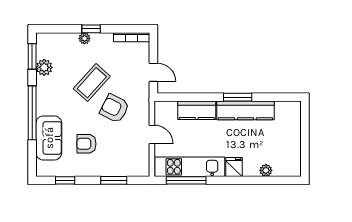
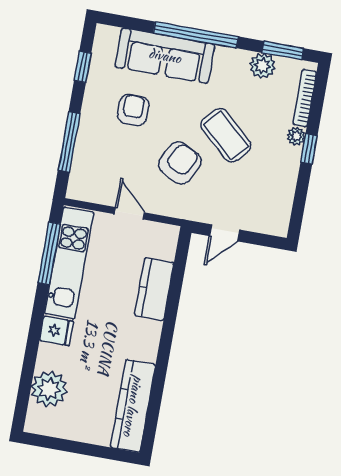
bookcase: (132, 37) -> (305, 98), moved
window: (238, 97) -> (163, 356), removed
kitchen counter: (245, 110) -> (133, 406), moved
door: (152, 134) -> (129, 213), swing flipped
sofa: (49, 138) -> (165, 56), width x1.36
plant: (266, 170) -> (49, 389), width x1.87, depth x1.87
window: (114, 180) -> (69, 142), width x1.44

